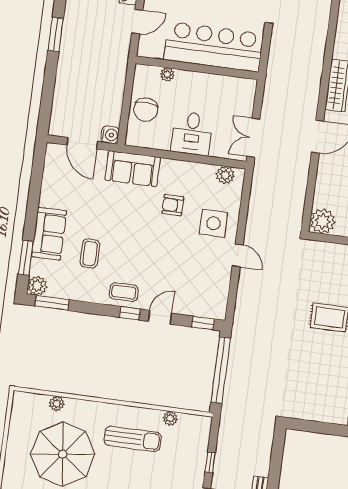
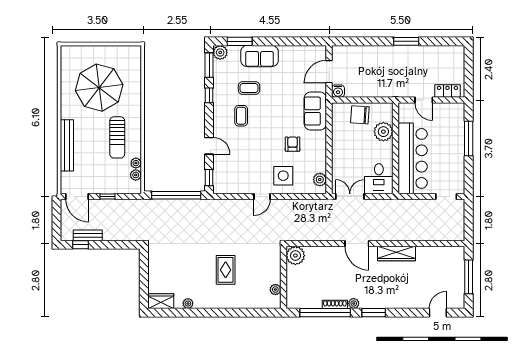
plant: (167, 74) -> (383, 132), width x1.88, depth x1.88
desk: (192, 134) -> (379, 179), moved, turned -90
coffee table: (124, 292) -> (241, 116), moved
window: (130, 313) -> (209, 95), moved
plant: (57, 404) -> (136, 175), moved

